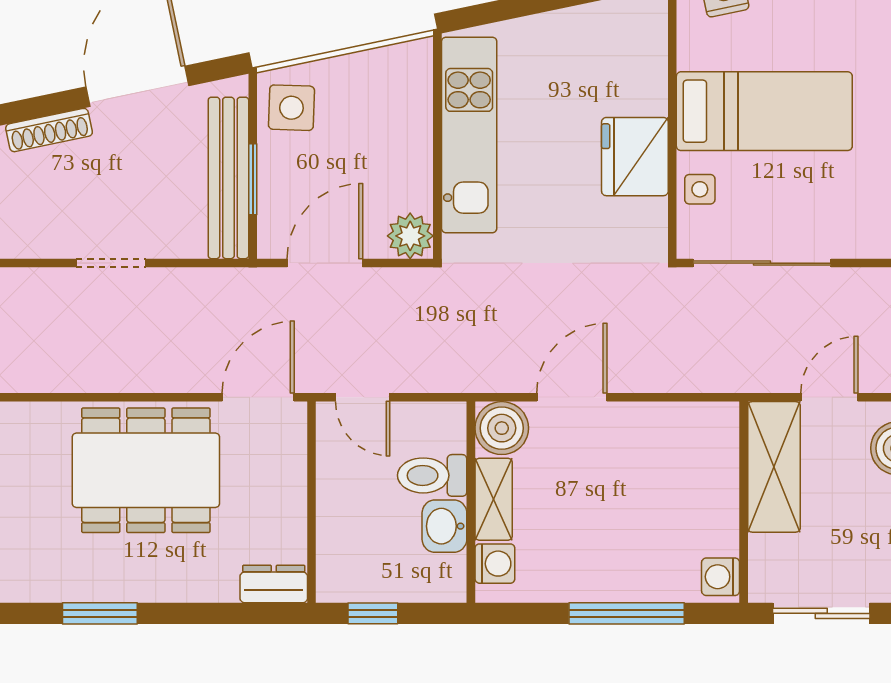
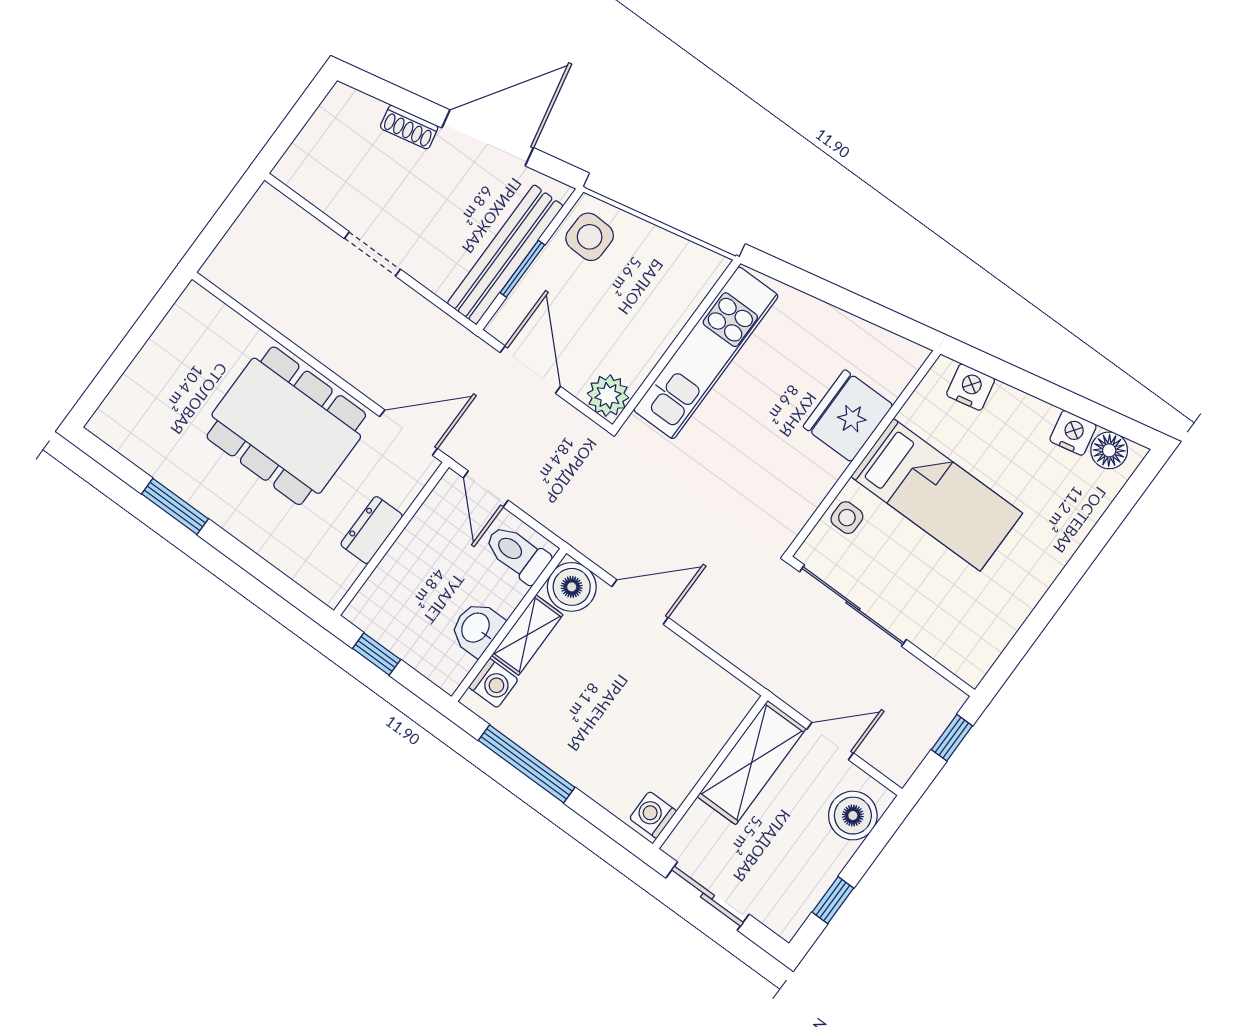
shoe rack: (49, 130) -> (409, 127), width x0.70
fridge: (635, 157) -> (848, 416), moved
door: (325, 263) -> (530, 370), hinge flipped
toilet: (432, 475) -> (517, 554), moved
dresser: (274, 584) -> (372, 530), moved, turned -90
window: (627, 613) -> (527, 764), moved

